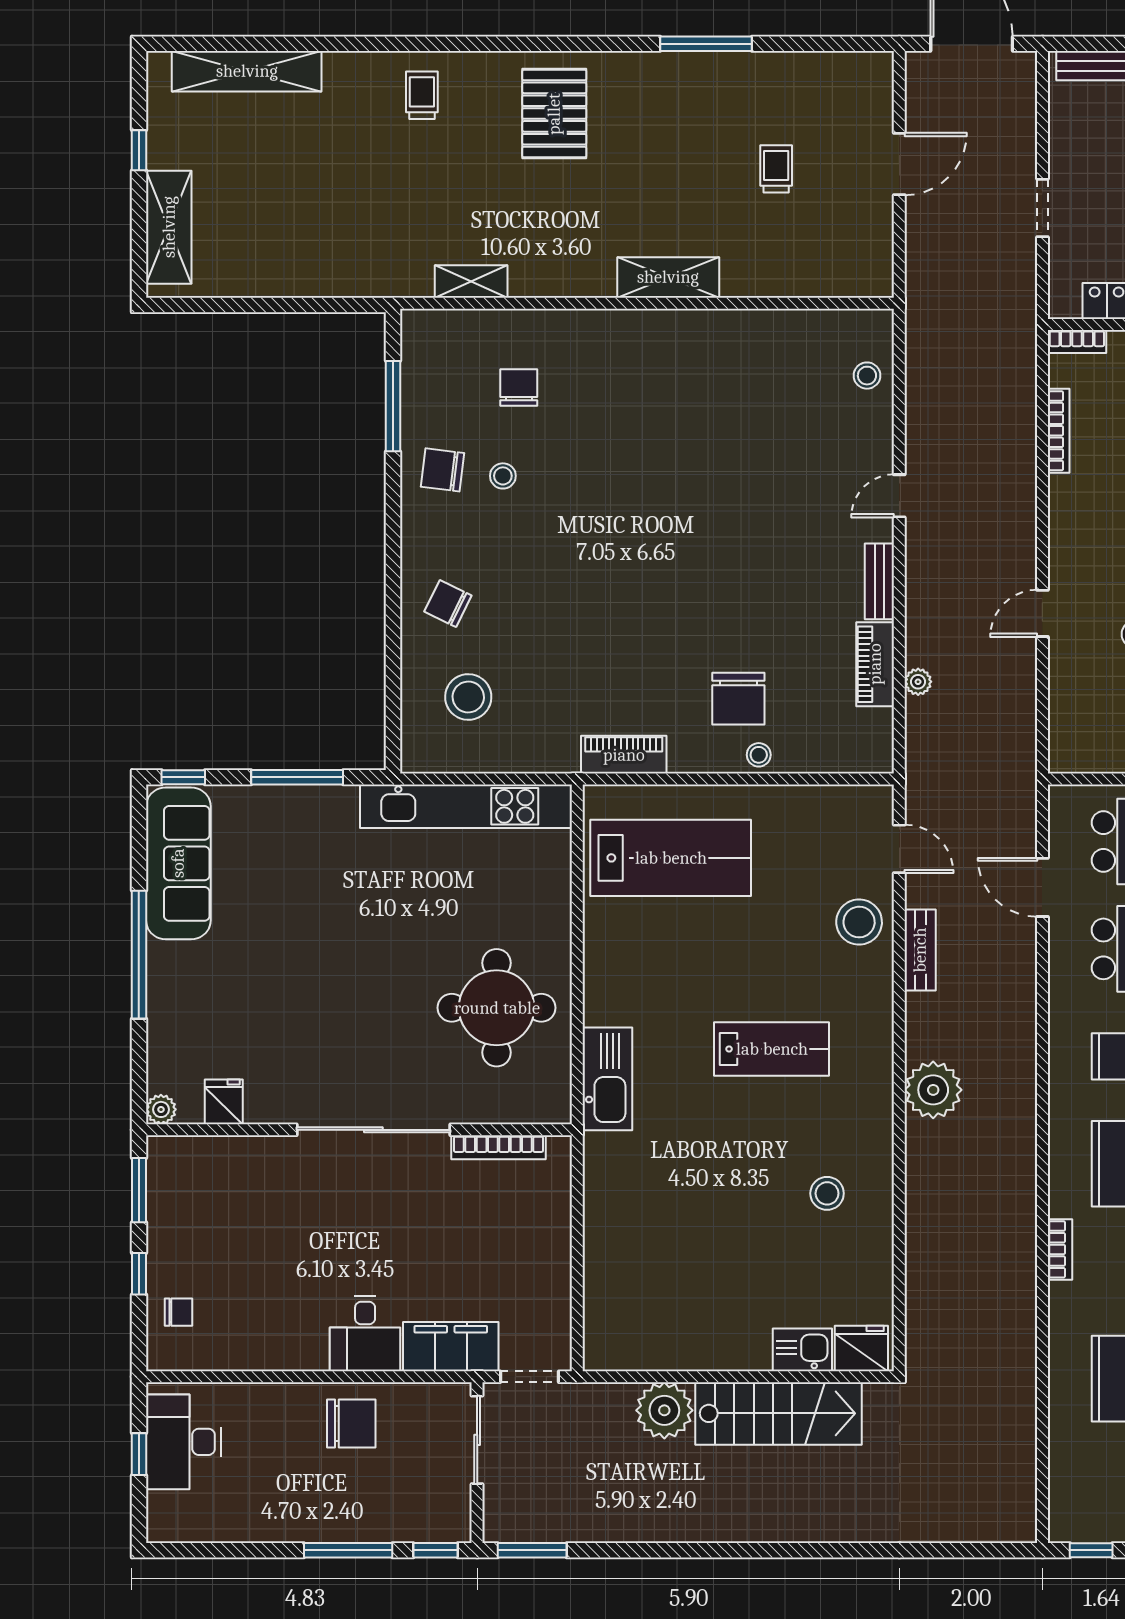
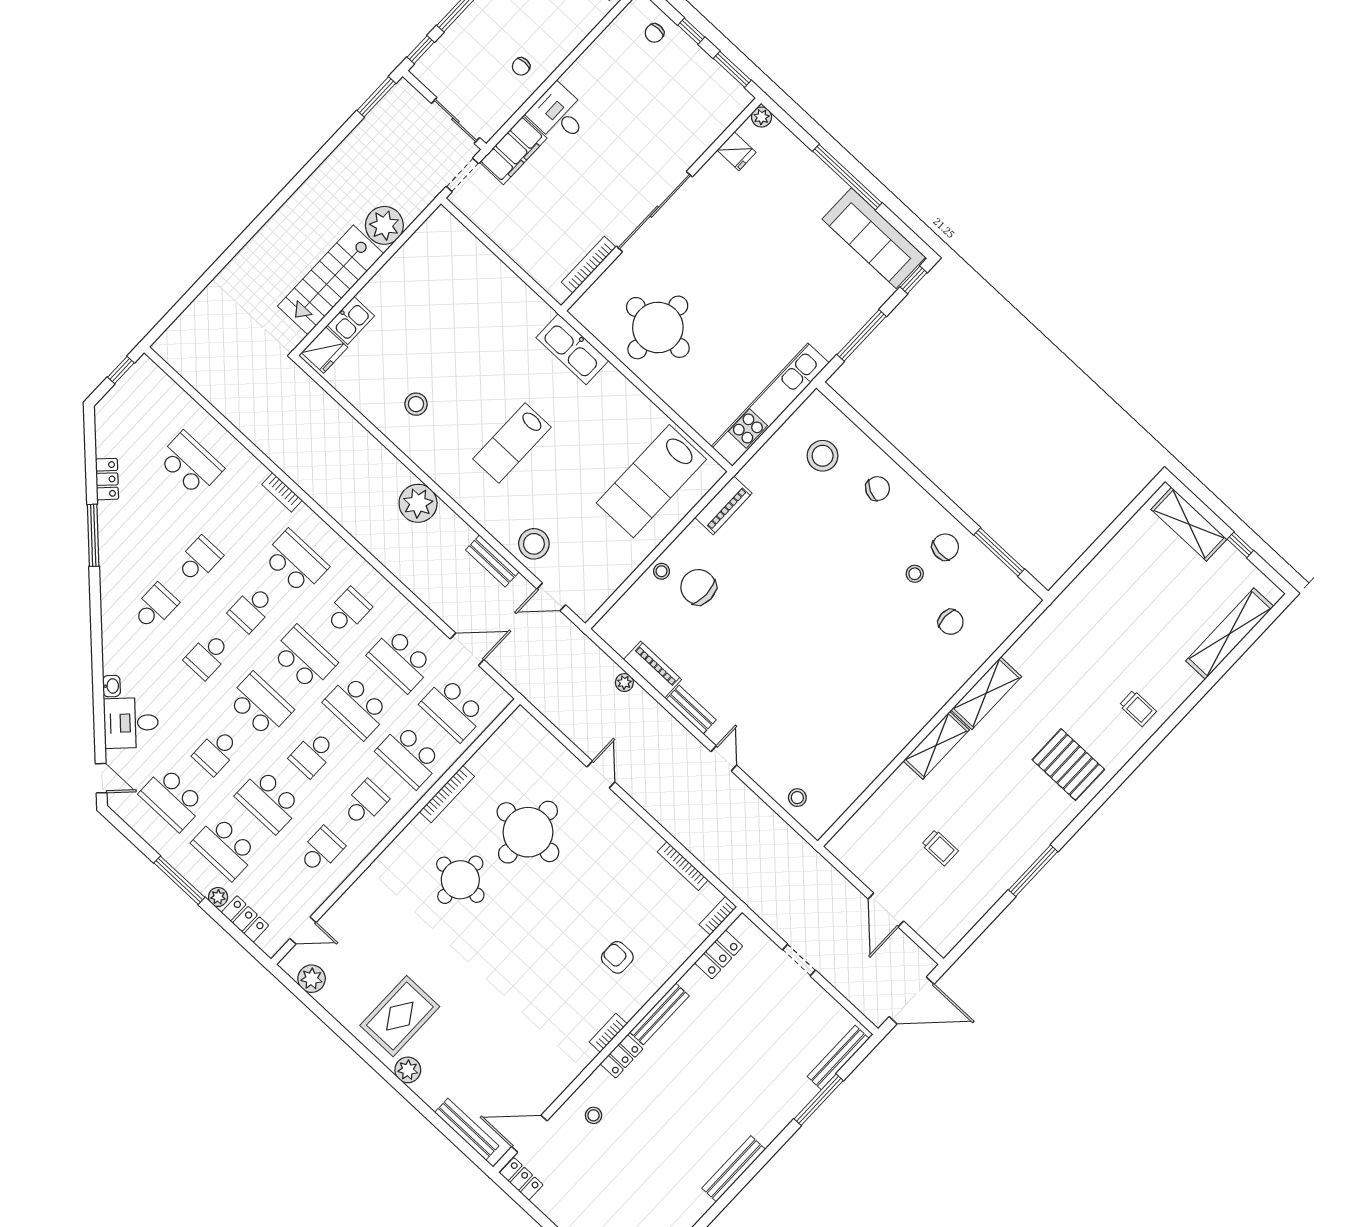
shelving: (471, 281) -> (986, 693), moved, width x1.50, depth x1.33
chair: (351, 1424) -> (521, 66), width x0.54, depth x0.54

